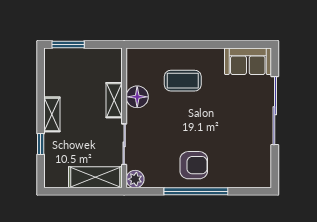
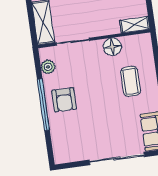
shelving: (114, 100) -> (135, 25), moved
plant: (135, 179) -> (48, 67), moved

